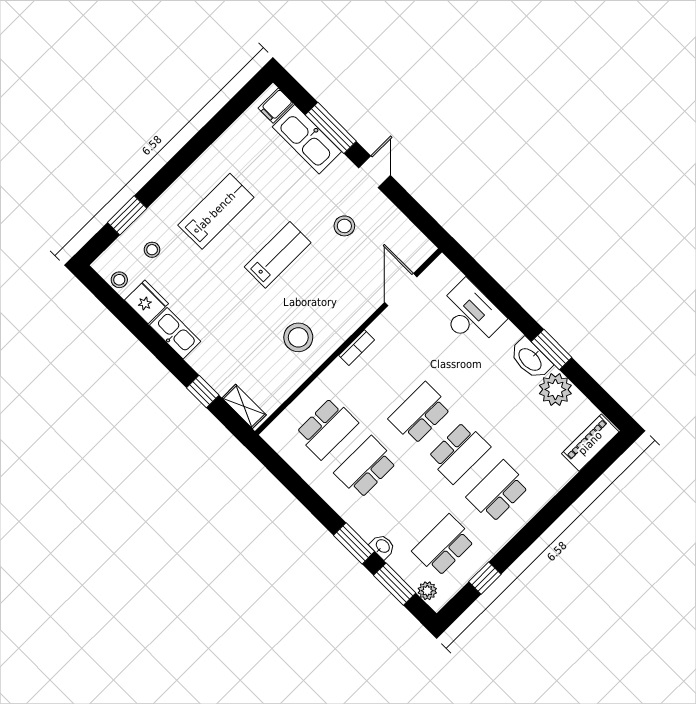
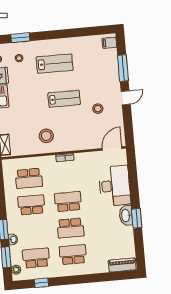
kitchen sink: (307, 139) -> (111, 65), removed
door: (401, 290) -> (112, 148), moved
desk: (470, 314) -> (115, 186), width x1.36, depth x1.30
plant: (555, 390) -> (126, 234), removed

